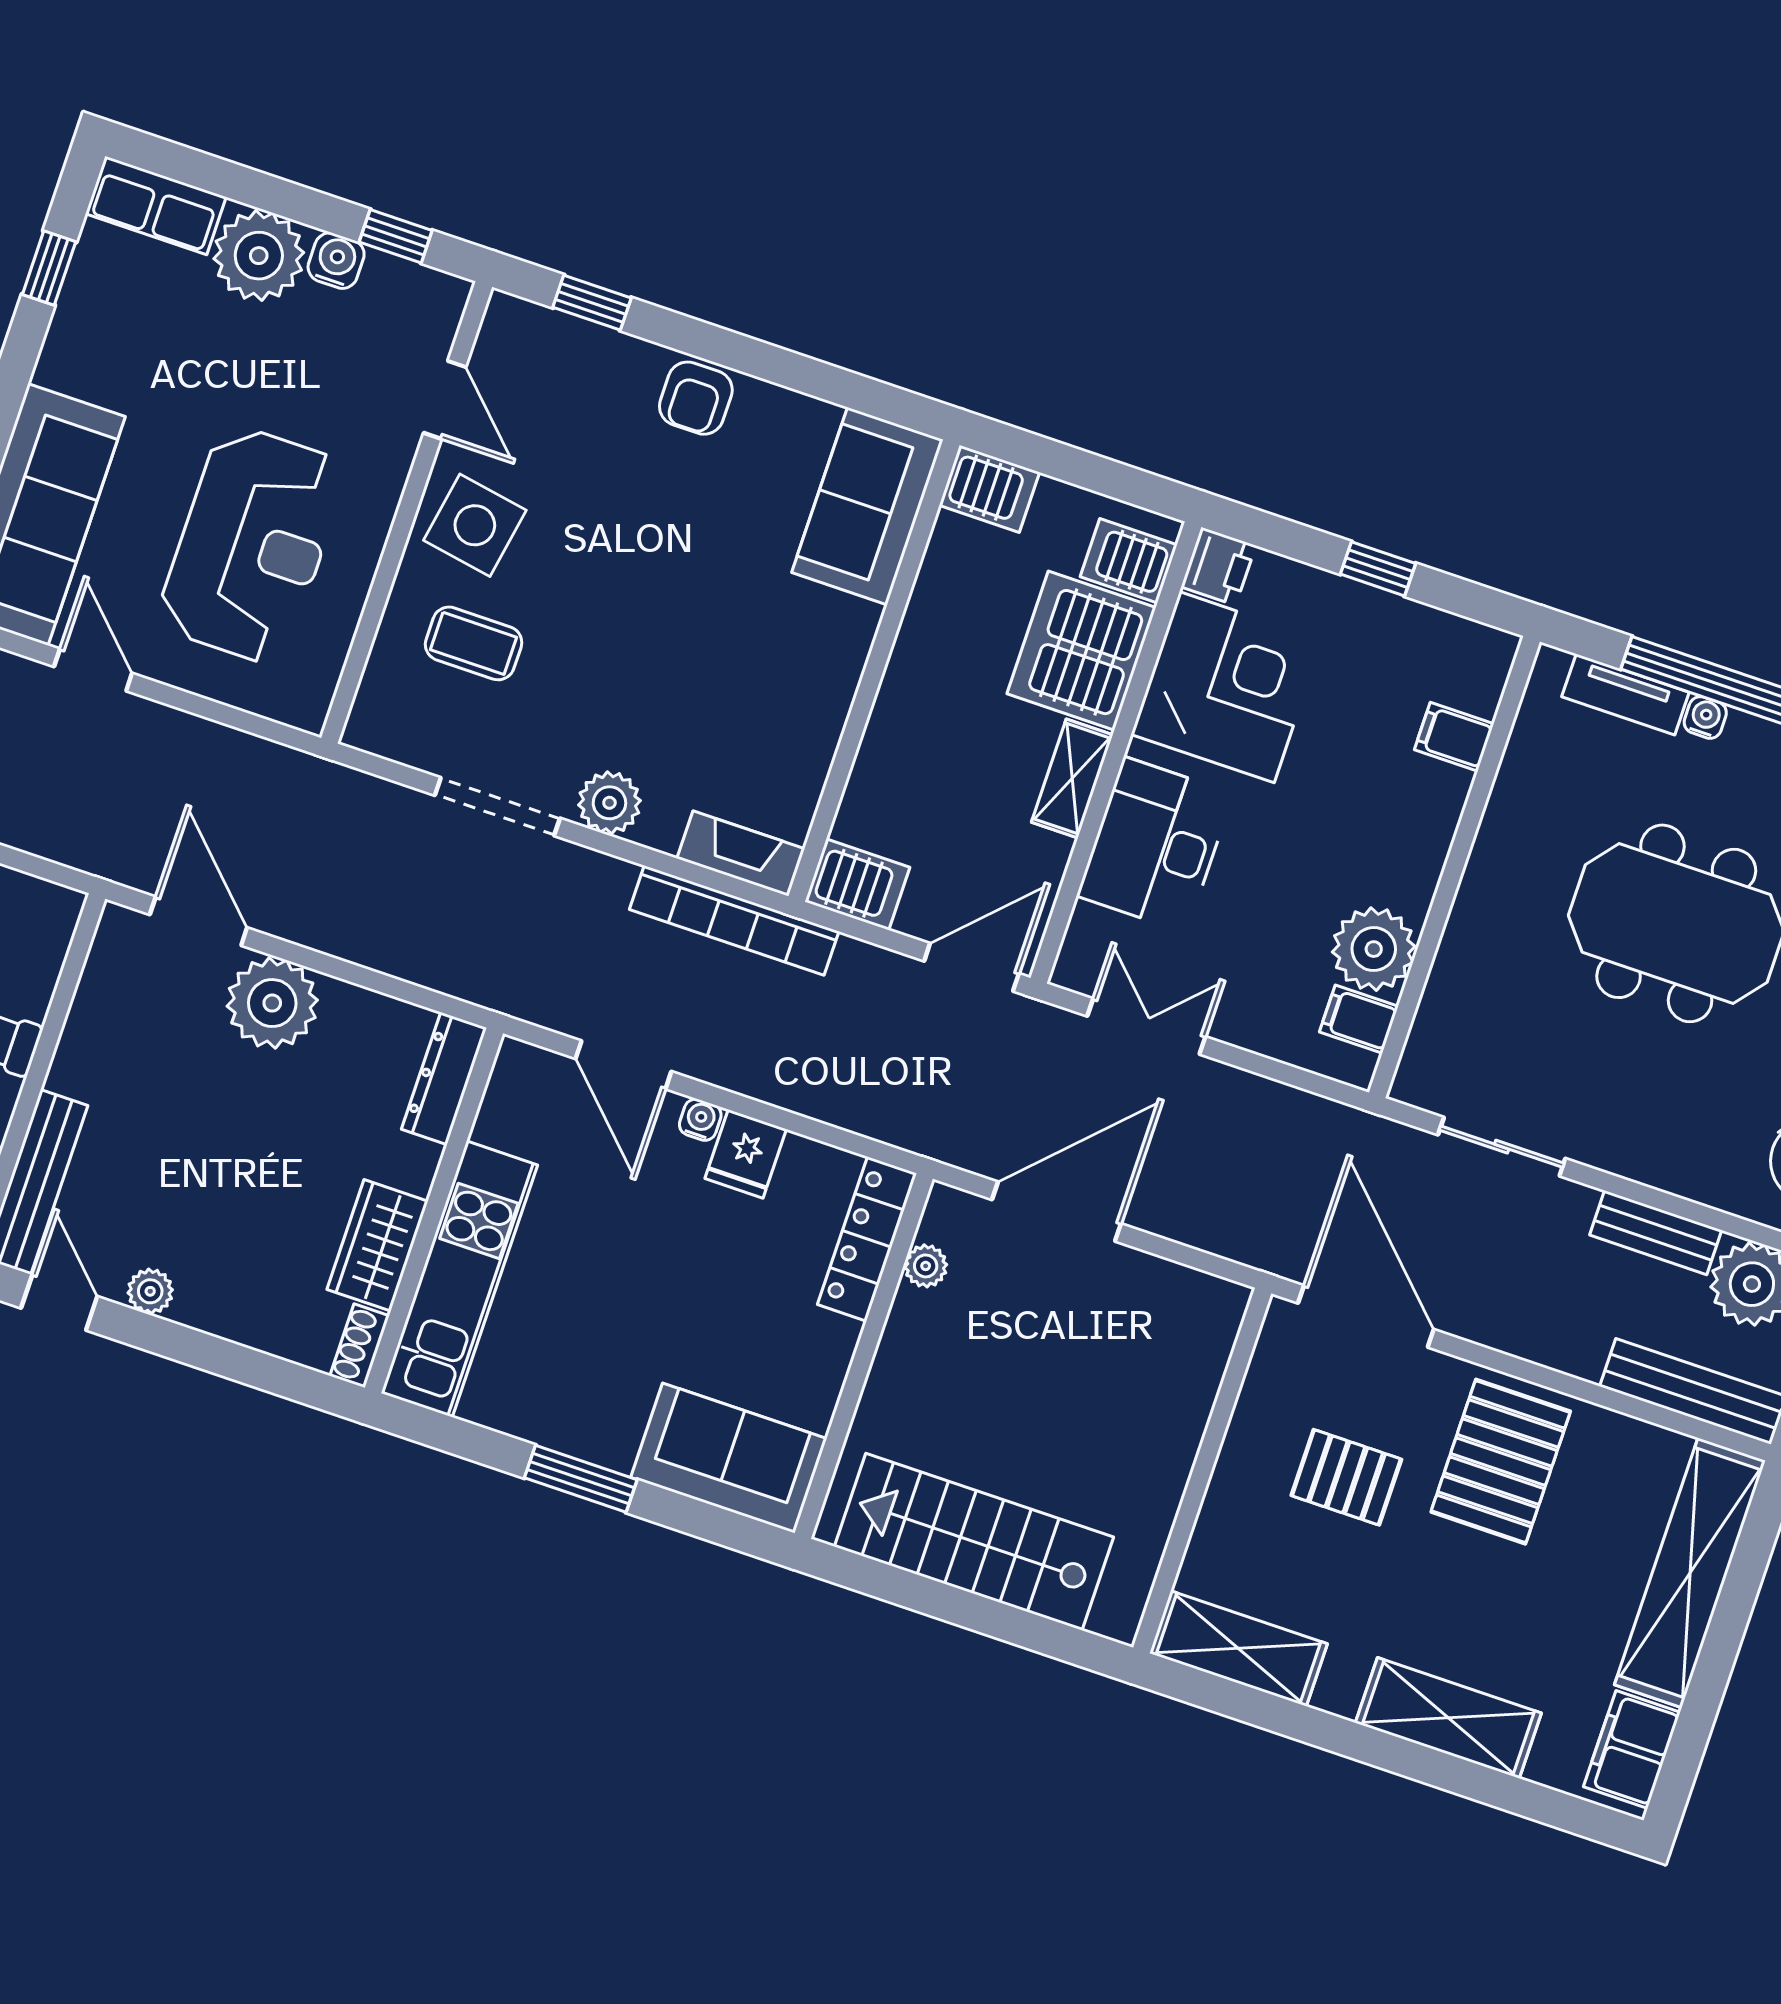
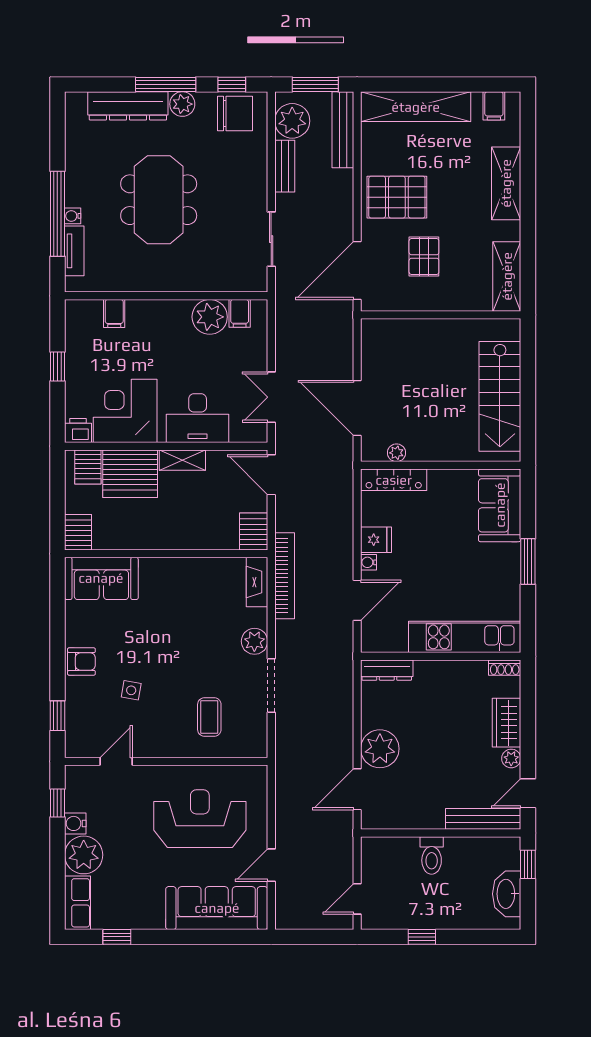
side table: (475, 525) -> (131, 690), moved, width x0.54, depth x0.54
wardrobe: (377, 1245) -> (507, 723), moved, turned 90
filing cabinet: (1632, 1749) -> (494, 106), width x0.50

